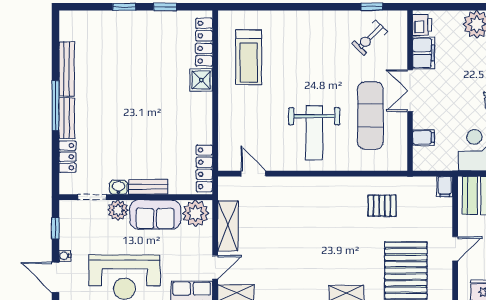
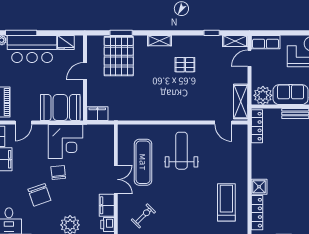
filing cabinet: (423, 138) -> (107, 147), removed
filing cabinet: (445, 187) -> (97, 114), width x2.00
pallet: (382, 206) -> (185, 65), moved
shelving: (228, 226) -> (241, 102), moved

